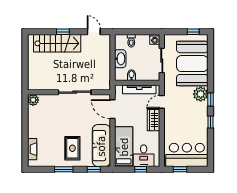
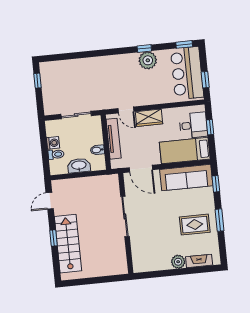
washing machine: (155, 39) -> (53, 143), moved
booth: (192, 64) -> (76, 78), removed
plant: (201, 94) -> (148, 60), moved
plant: (33, 100) -> (178, 262), moved
window: (211, 100) -> (184, 44), moved
door: (112, 109) -> (141, 169), hinge flipped
rug: (72, 148) -> (195, 225), moved

